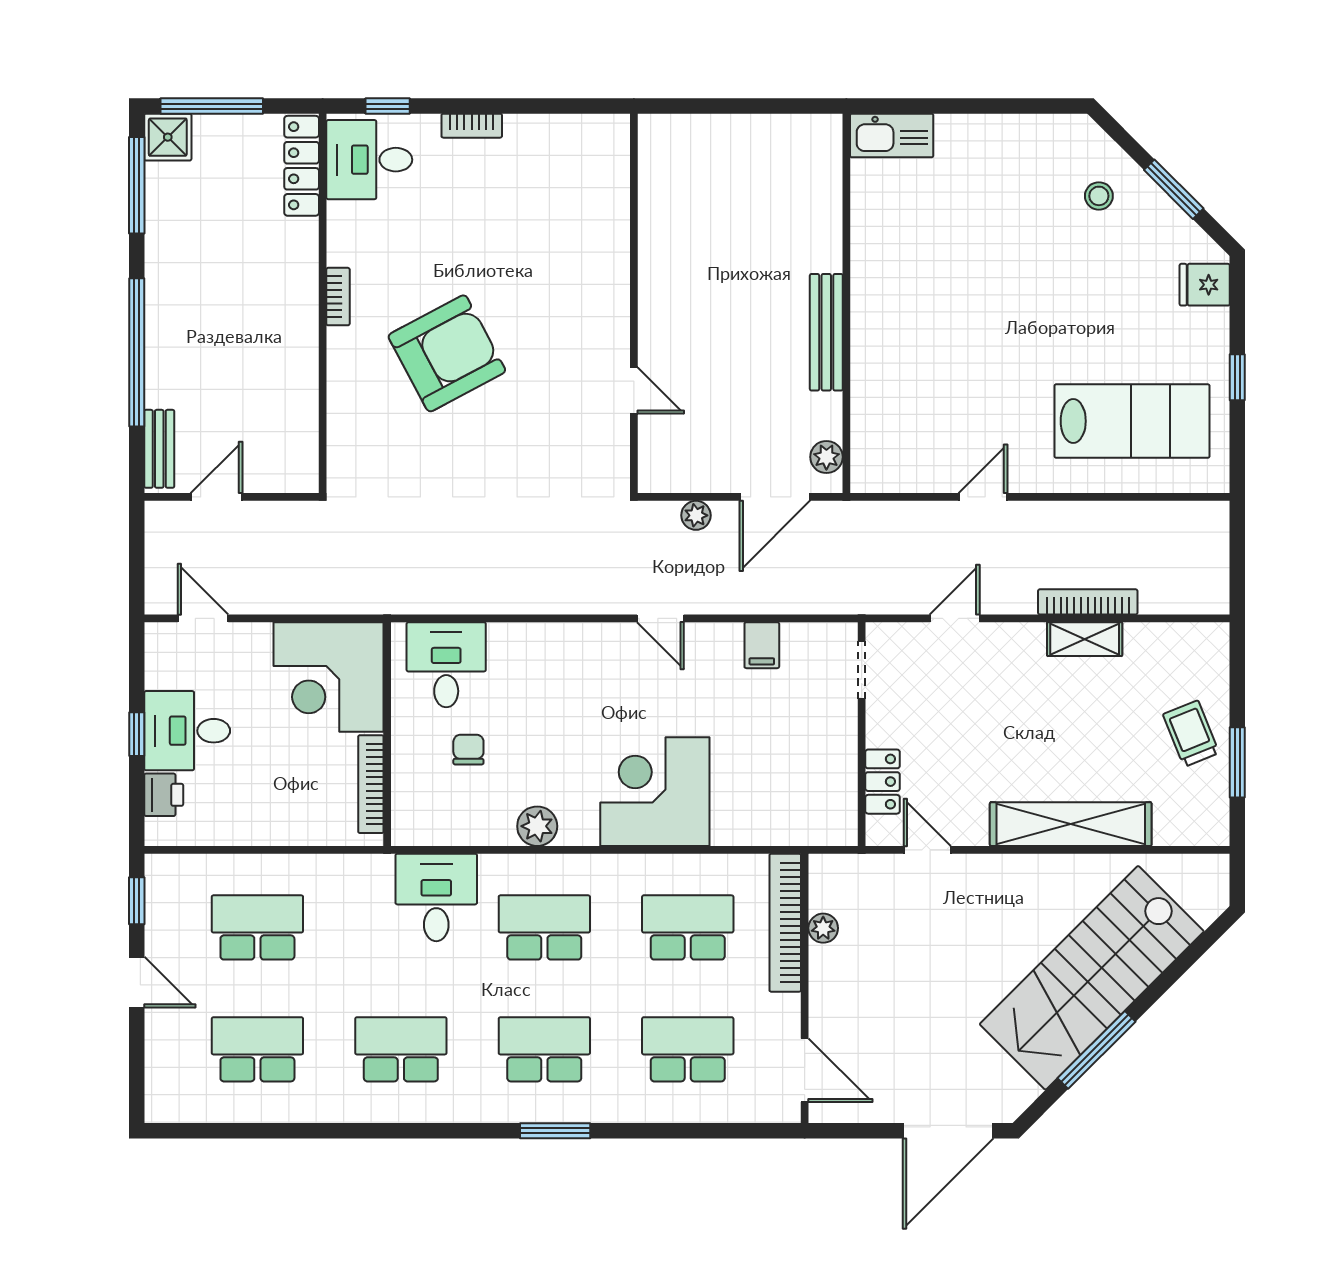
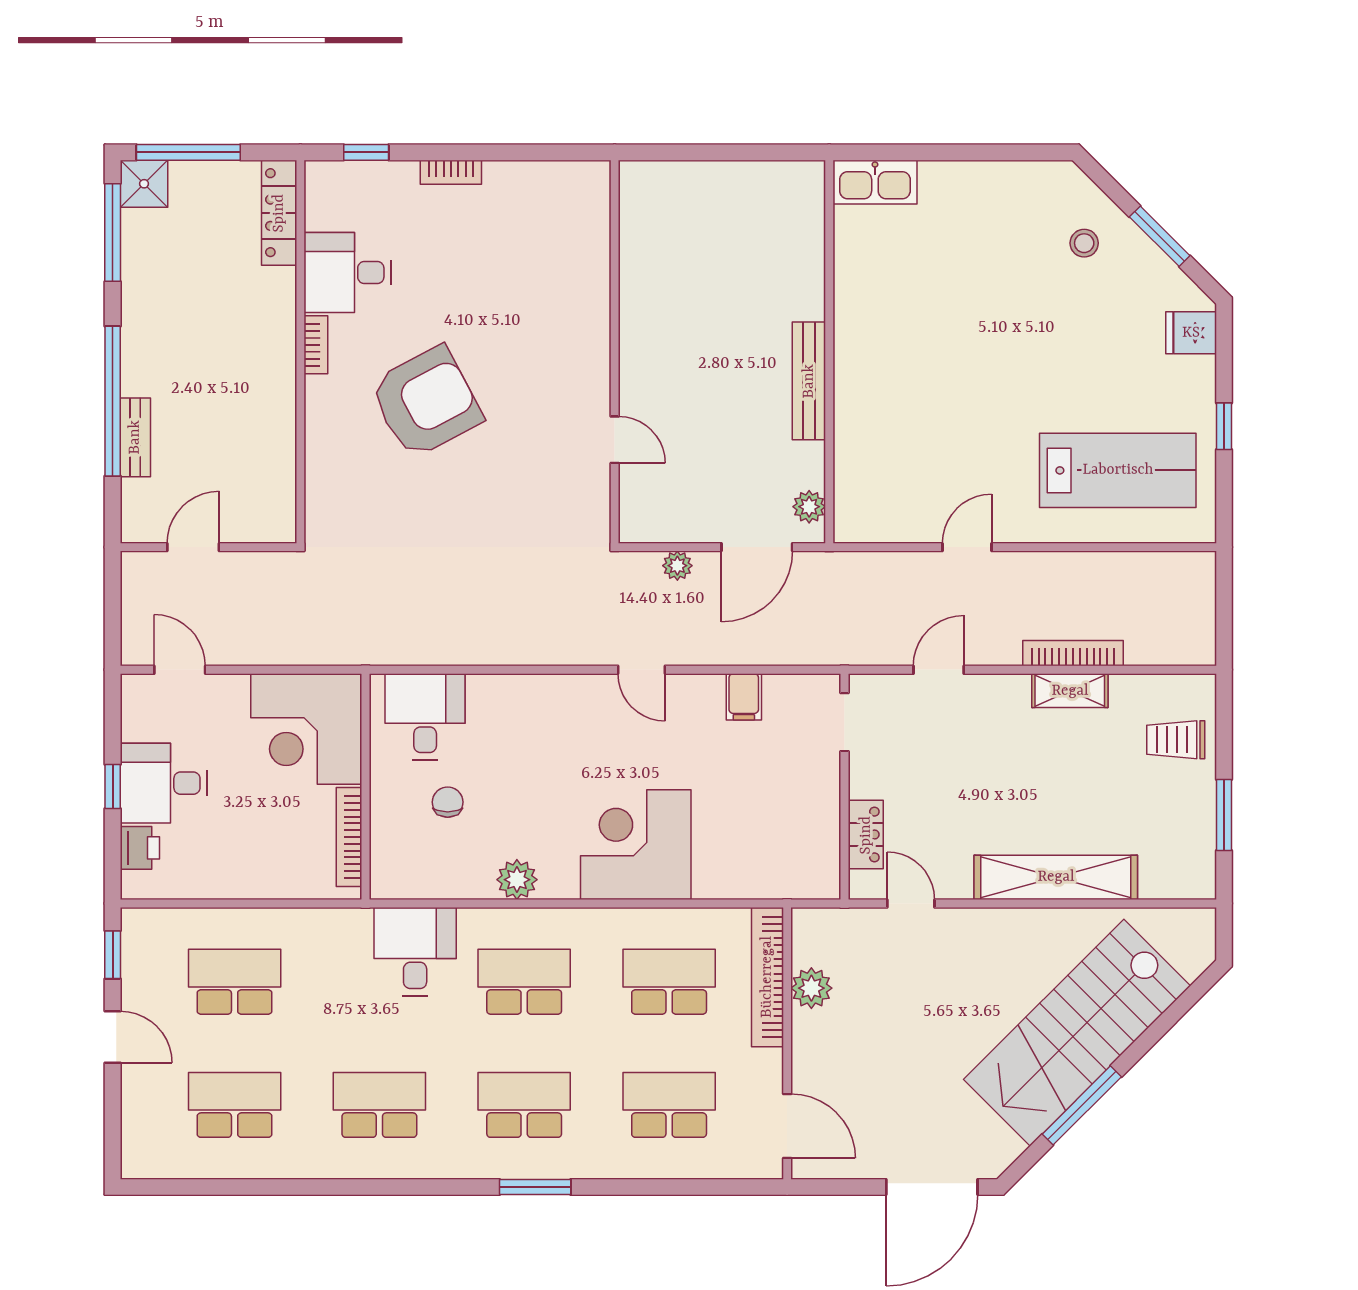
desk: (369, 160) -> (347, 273), moved
bench: (159, 449) -> (135, 437), moved
trolley: (1191, 734) -> (1176, 740), moved, turned -68
plant: (823, 928) -> (811, 988), width x1.38, depth x1.38

